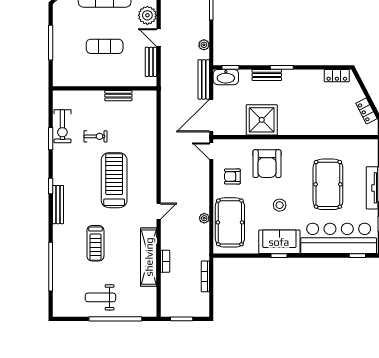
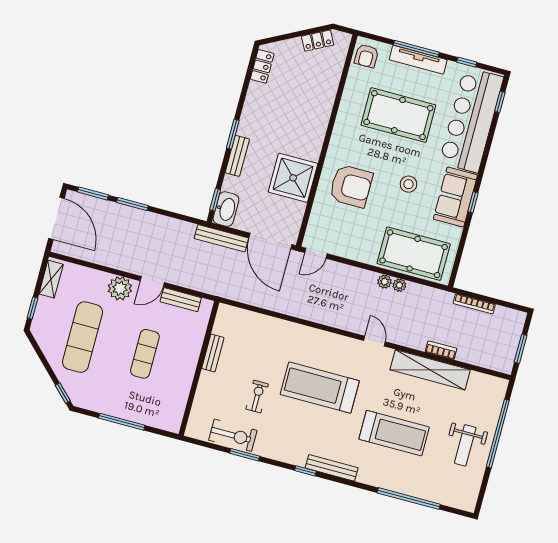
plant: (204, 45) -> (385, 282), moved
armchair: (232, 176) -> (366, 56), moved
treadmill: (95, 243) -> (394, 433), width x1.37, depth x1.38

